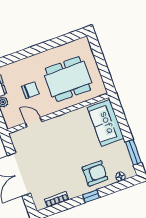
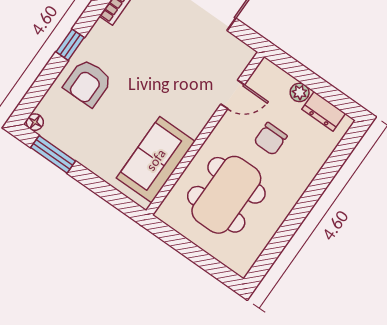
sofa: (106, 123) -> (156, 160), moved, turned -90
floor lamp: (120, 176) -> (35, 122), moved

